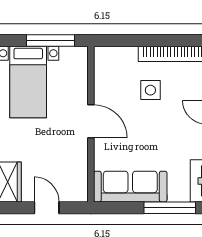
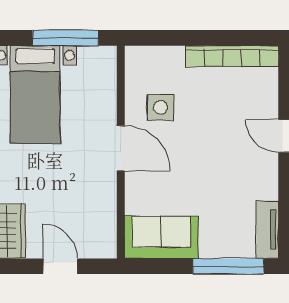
side table: (150, 90) -> (160, 107), moved
sofa: (130, 187) -> (161, 237), width x0.73

